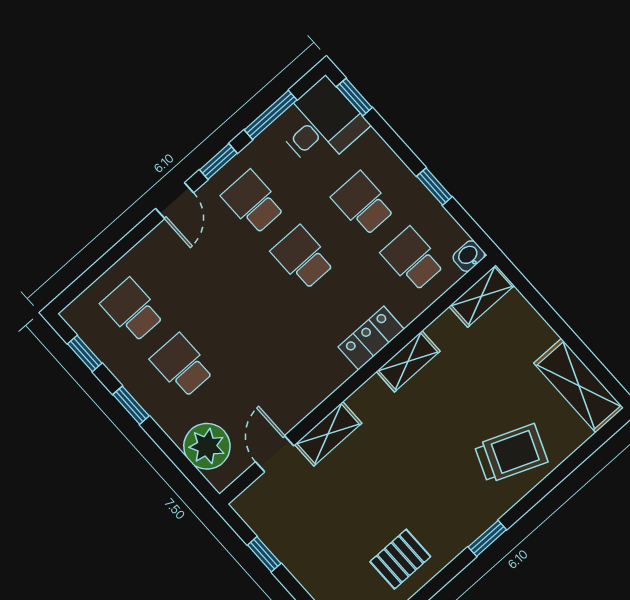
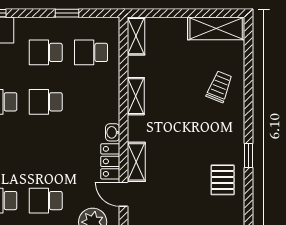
washbasin: (469, 256) -> (113, 132), moved
locker: (371, 338) -> (110, 161), moved
trolley: (511, 453) -> (220, 87), width x0.73, depth x0.72
window: (487, 538) -> (248, 155), moved

